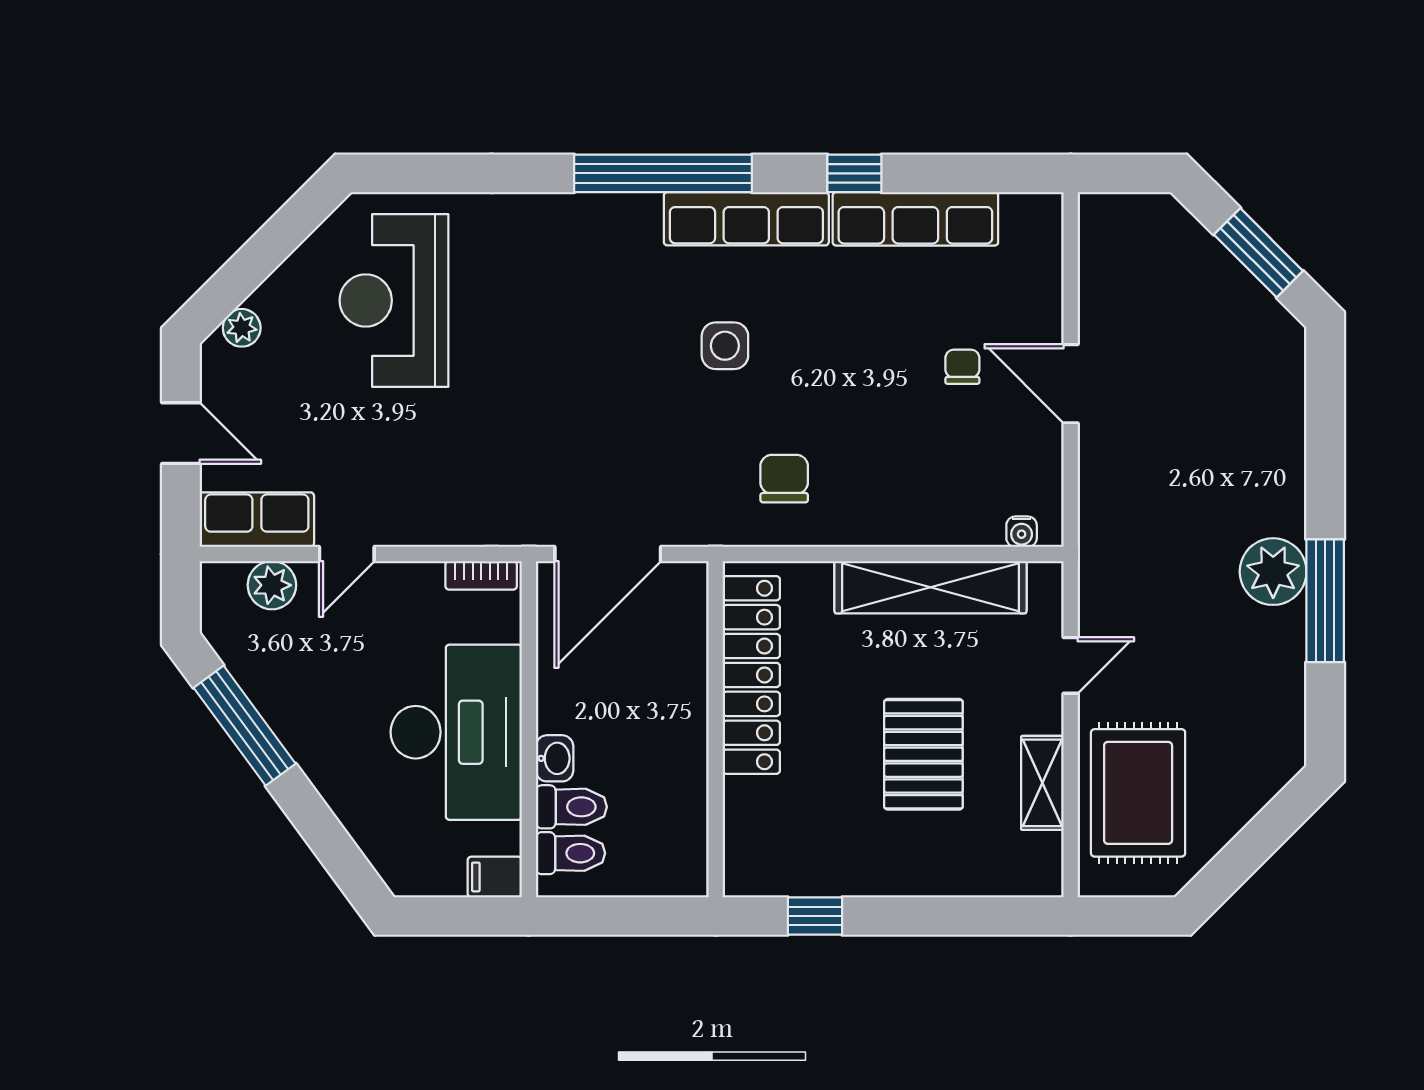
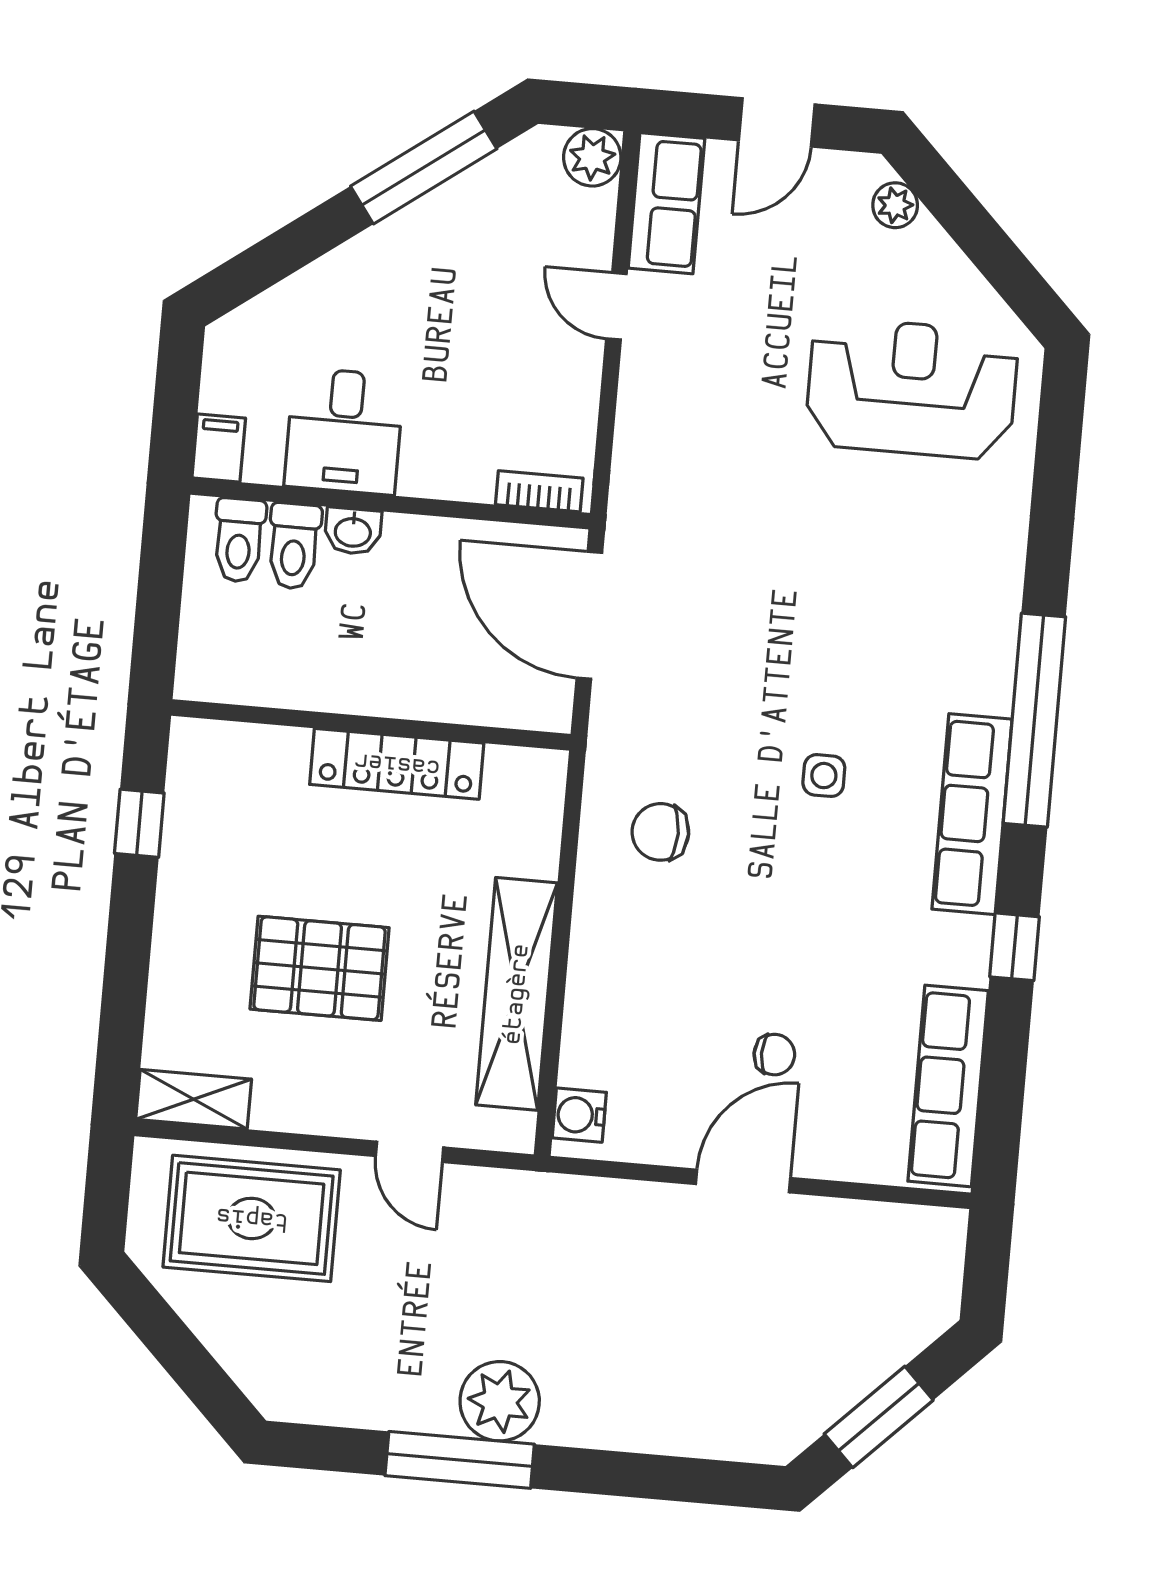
row of seats: (915, 219) -> (948, 1086), moved
side table: (725, 346) -> (824, 776), width x0.73, depth x0.73
chair: (784, 479) -> (660, 832), turned 180
water cooler: (1022, 532) -> (579, 1115), width x1.38, depth x1.38
bookcase: (481, 575) -> (539, 491), moved, turned 90
plant: (272, 585) -> (592, 157), moved
locker: (751, 675) -> (397, 764), width x0.71, depth x0.83
desk: (456, 732) -> (344, 431), width x0.53, depth x0.77
shelving: (1042, 783) -> (194, 1099), moved

